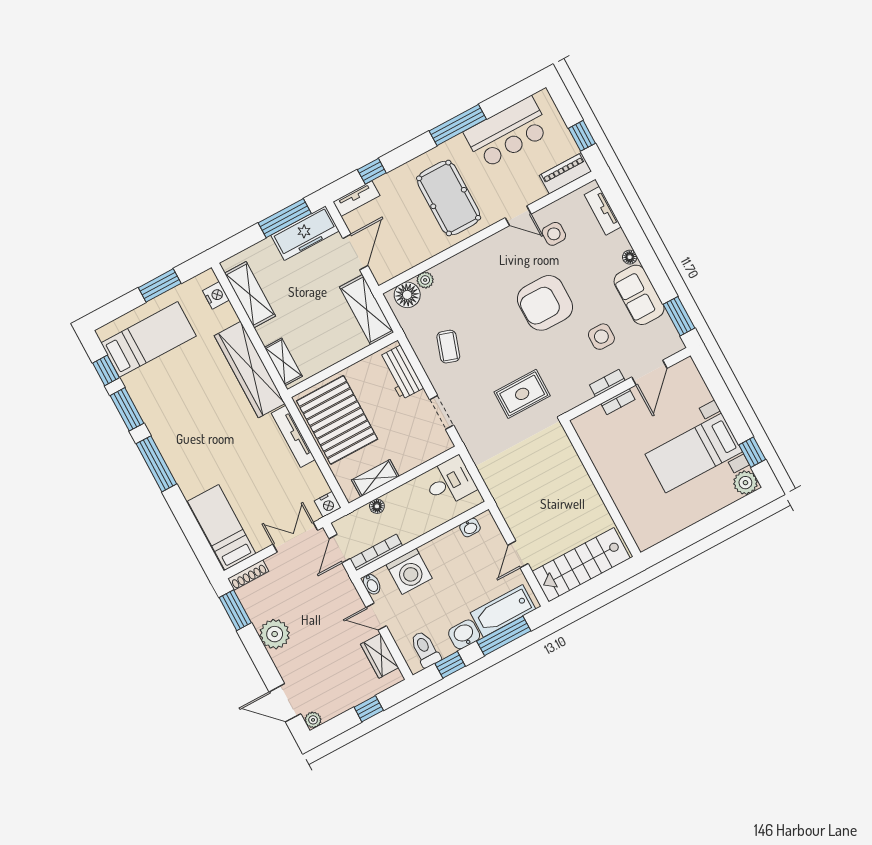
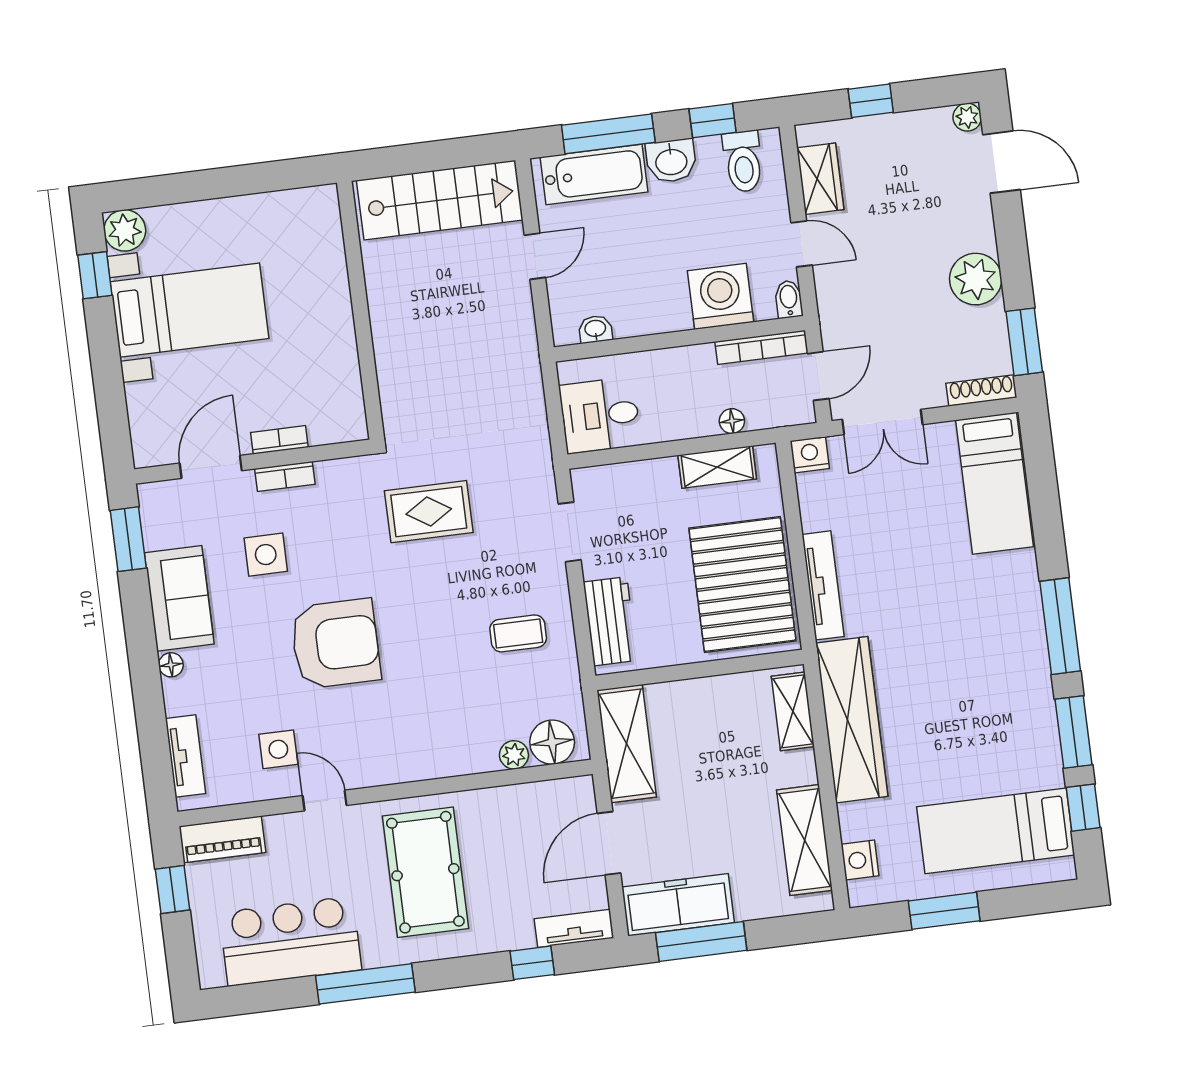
coffee table: (448, 347) -> (518, 633), turned 72

